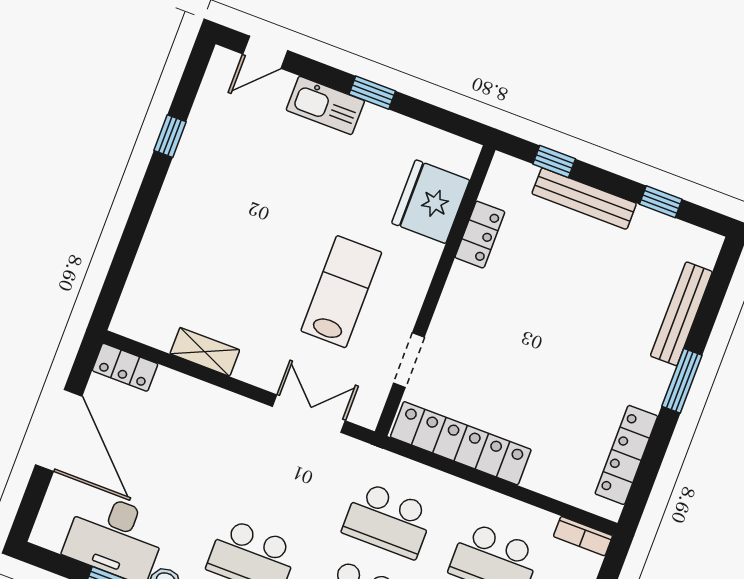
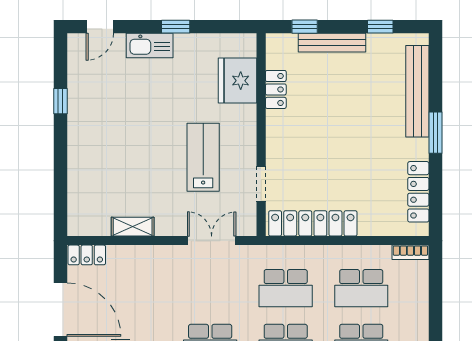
bench: (681, 314) -> (417, 91), width x1.37, depth x1.21

